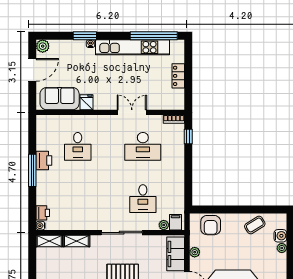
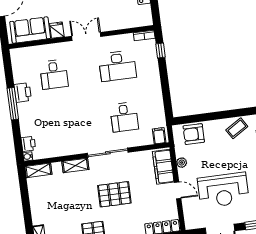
double door: (132, 112) -> (86, 36), moved
plant: (164, 225) -> (148, 140), removed
armchair: (211, 225) -> (194, 134), turned 90
shelving: (76, 241) -> (75, 165), moved

